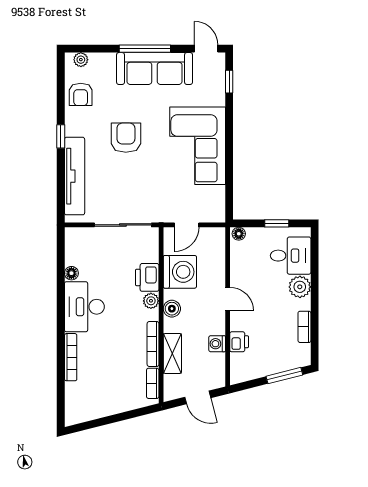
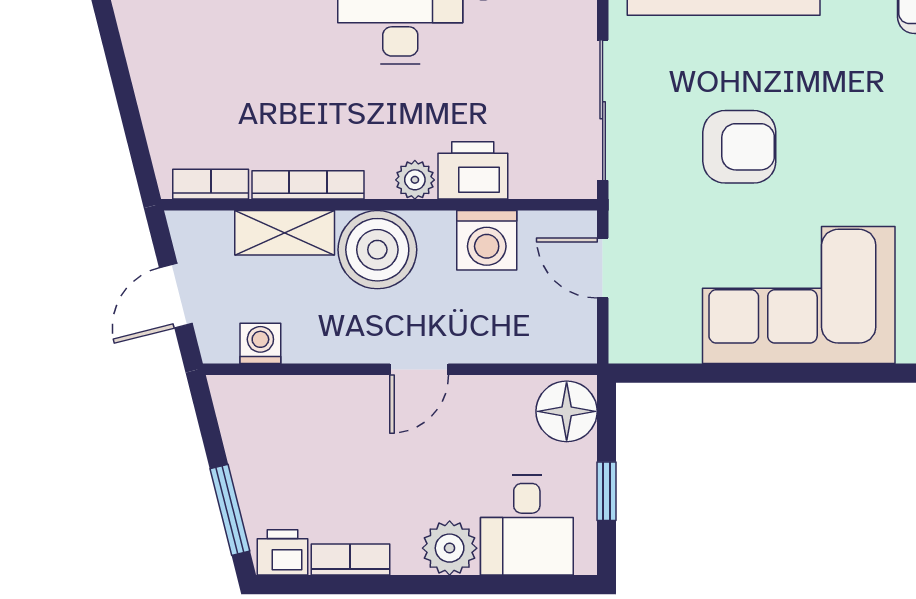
armchair: (126, 138) -> (739, 147), moved
floor lamp: (239, 234) -> (567, 411), width x1.89, depth x1.89
washing machine: (180, 272) -> (487, 240), width x0.73, depth x0.73
boiler: (172, 309) -> (377, 250), width x1.86, depth x1.86
printer: (239, 342) -> (283, 552), moved, turned 180
washing machine: (217, 344) -> (260, 343), moved

